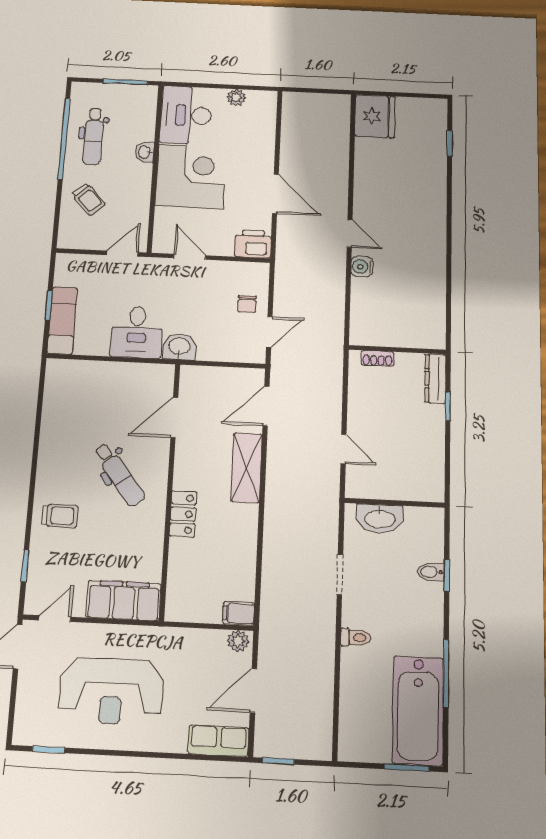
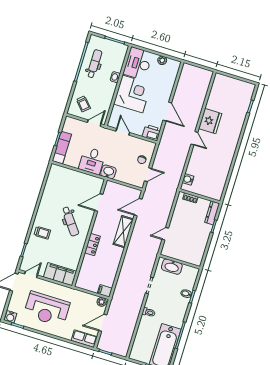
fridge: (375, 116) -> (210, 121), moved
dental chair: (93, 136) -> (94, 64), turned 180
trolley: (89, 199) -> (83, 104), moved
water cooler: (362, 267) -> (188, 179), moved
door: (343, 449) -> (165, 234), swing flipped
water cooler: (27, 733) -> (10, 317), added

